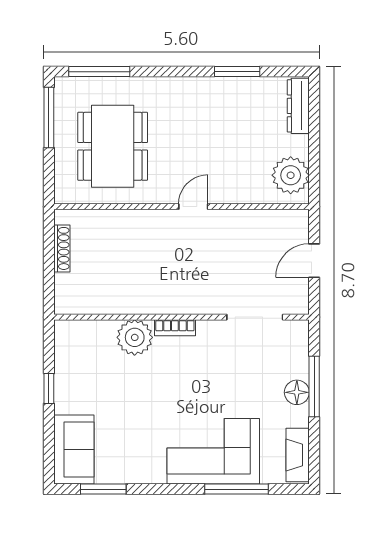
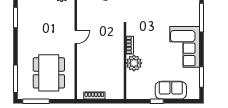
dining table: (113, 146) -> (49, 73), turned 90
door: (193, 207) -> (76, 37), swing flipped
sofa: (74, 449) -> (171, 90), moved
corner sofa: (213, 451) -> (185, 47), moved

